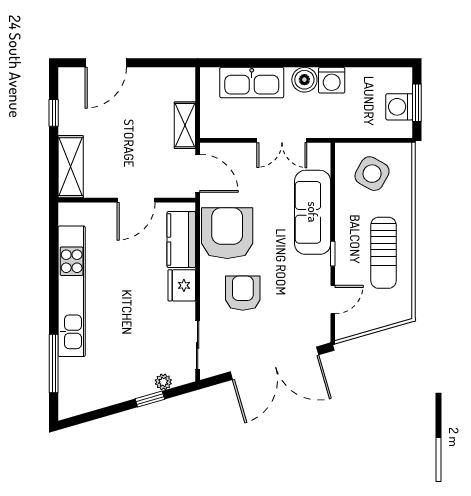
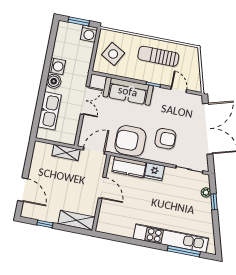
washing machine: (399, 107) -> (89, 34), moved
sun lounger: (383, 253) -> (158, 56), turned 180
kitchen unit: (72, 291) -> (171, 238), moved
armchair: (243, 293) -> (165, 139), turned 180

